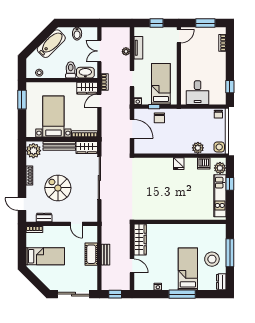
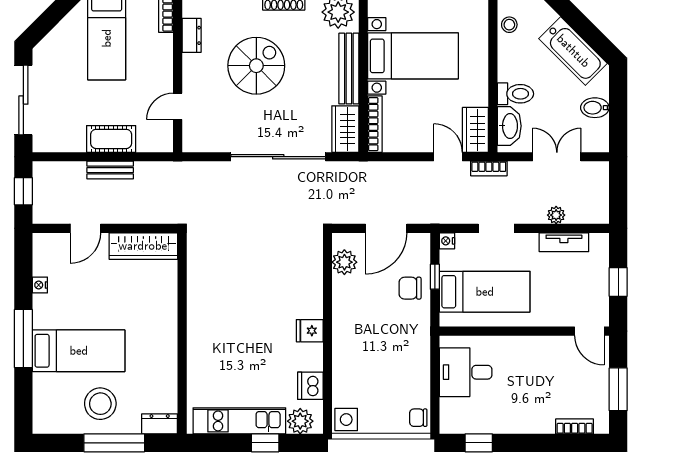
plant: (198, 148) -> (344, 262), moved
dresser: (221, 282) -> (160, 424), moved

